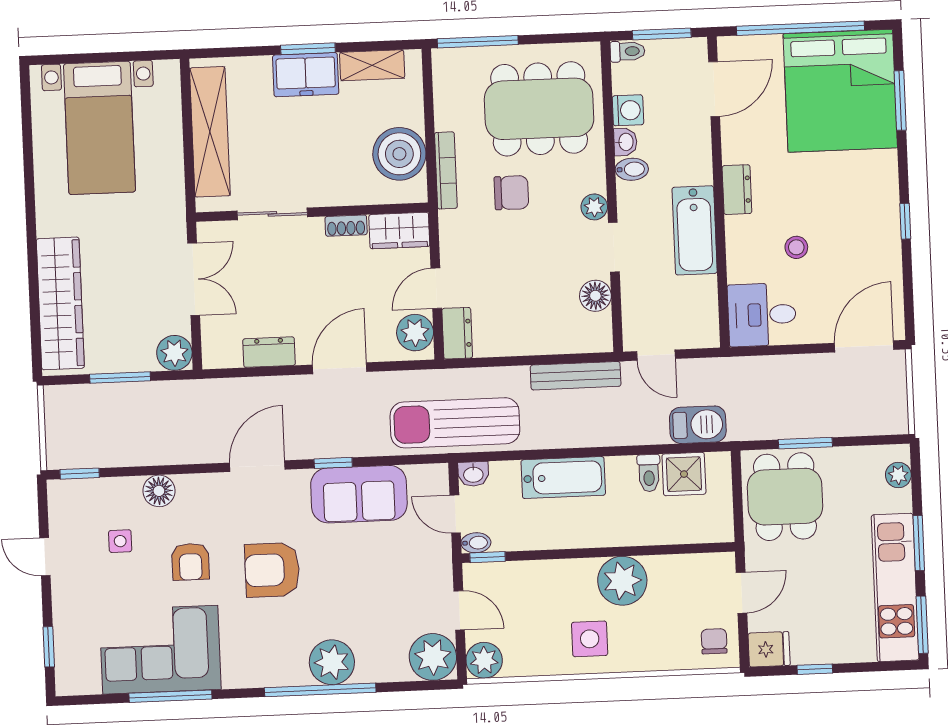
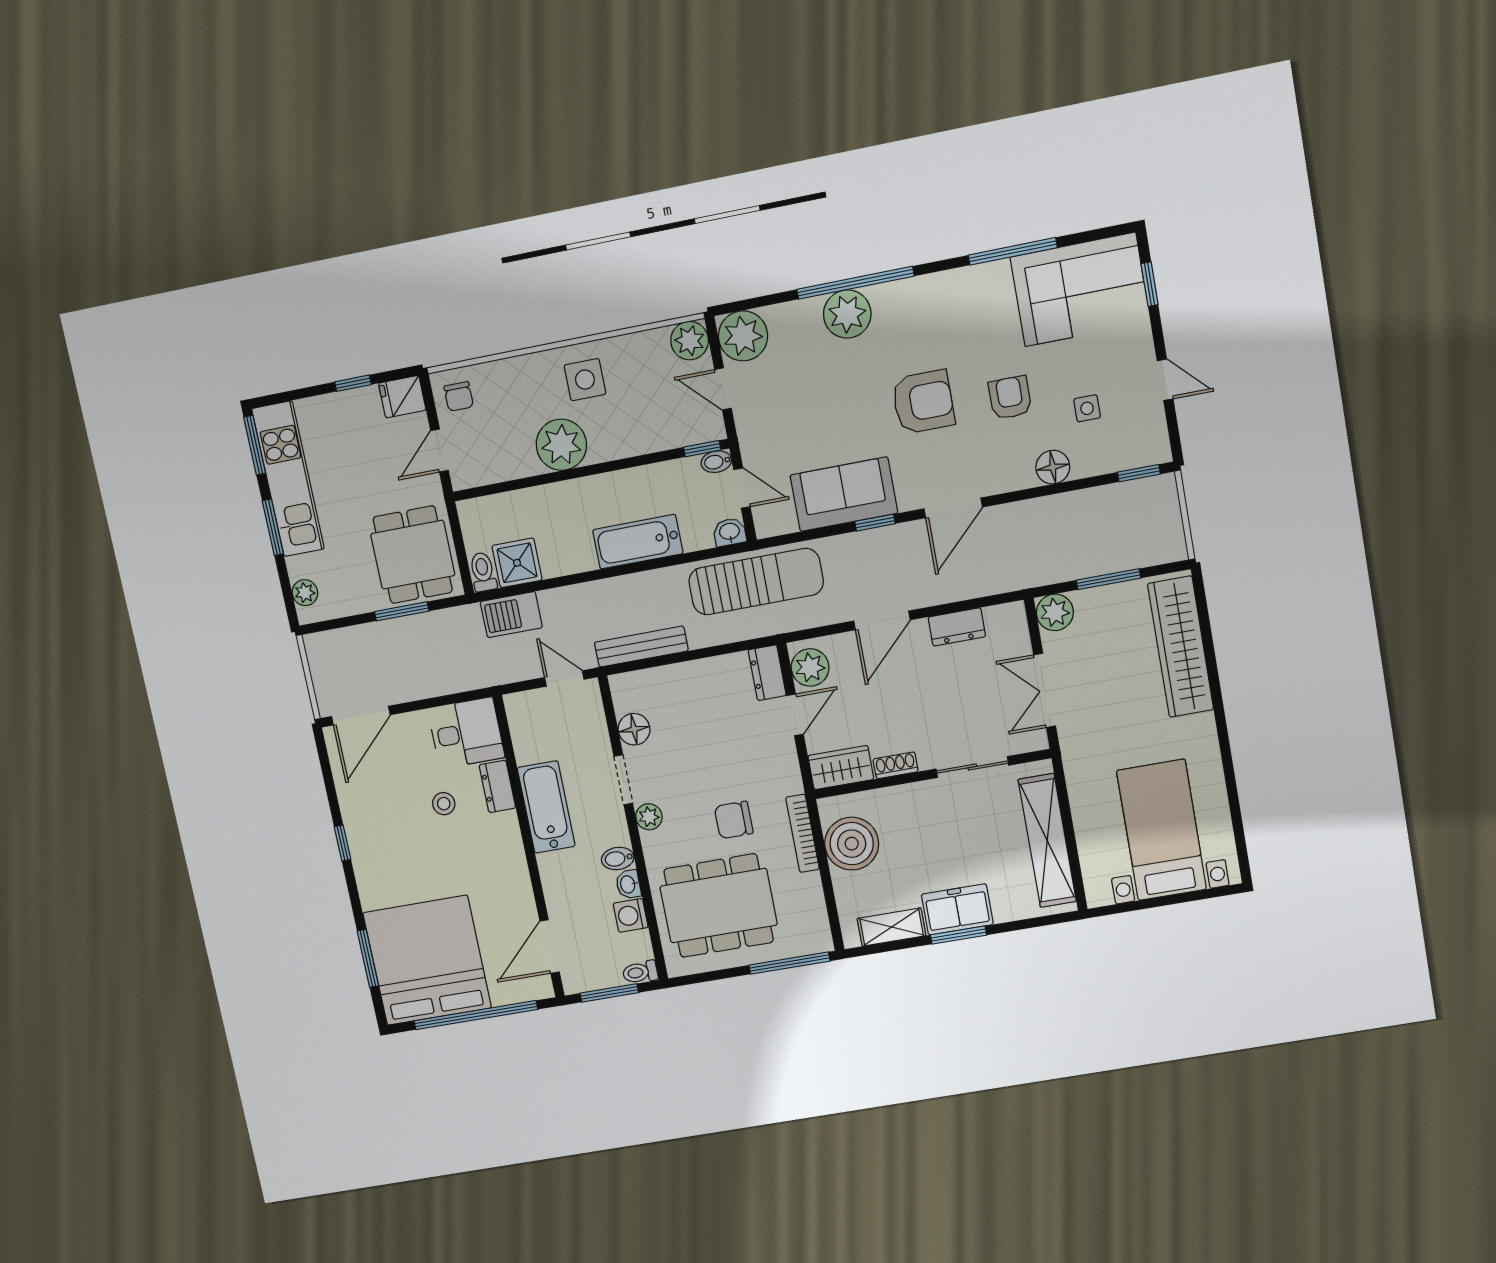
dresser: (737, 190) -> (497, 786), moved
toilet: (649, 473) -> (483, 572), moved
corner sofa: (160, 650) -> (1080, 290), moved

